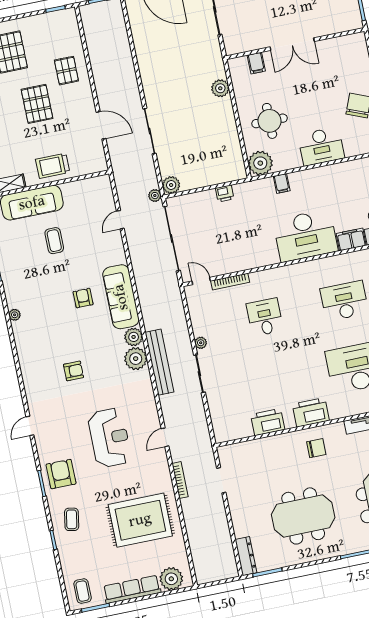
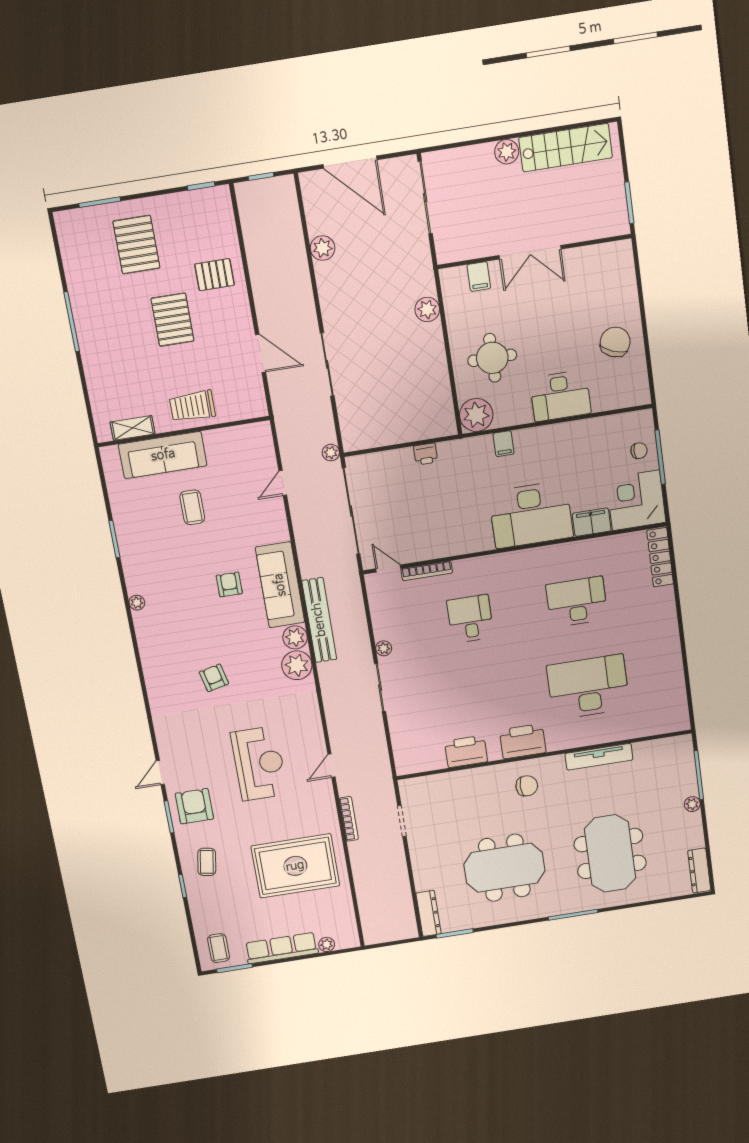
pallet: (66, 71) -> (214, 275), turned 90
plant: (171, 185) -> (323, 248), moved
bench: (159, 362) -> (319, 620), moved
armchair: (73, 371) -> (214, 678), turned -103
door: (30, 426) -> (160, 773), moved
plant: (171, 579) -> (327, 944), width x0.53, depth x0.53

